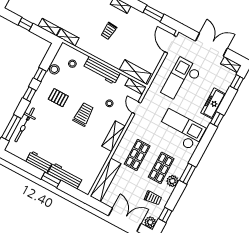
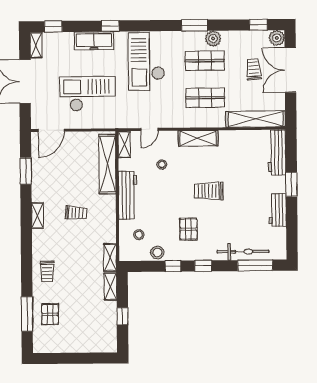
shelving: (135, 72) -> (107, 164), width x1.47
checkout: (181, 80) -> (87, 94), turned 180
trolley: (83, 114) -> (209, 191), moved
workbench: (65, 176) -> (277, 152), moved
trolley: (153, 198) -> (254, 69), moved

